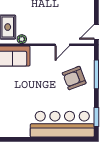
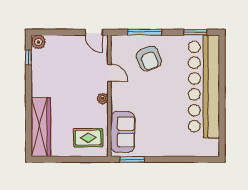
plant: (22, 39) -> (103, 99), moved
bar counter: (62, 124) -> (204, 86), width x1.36

